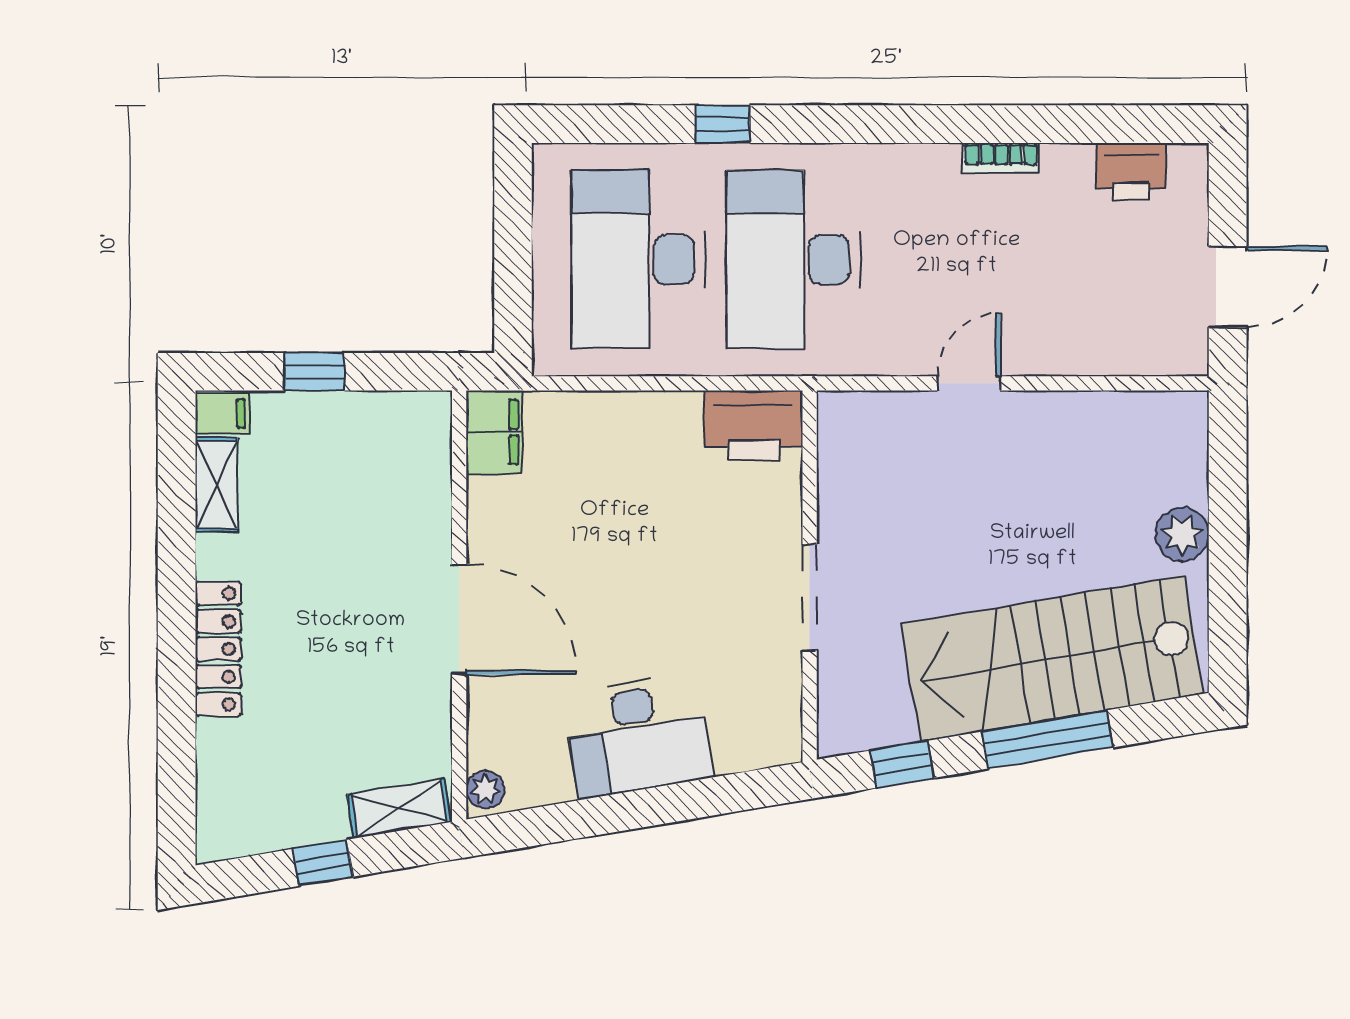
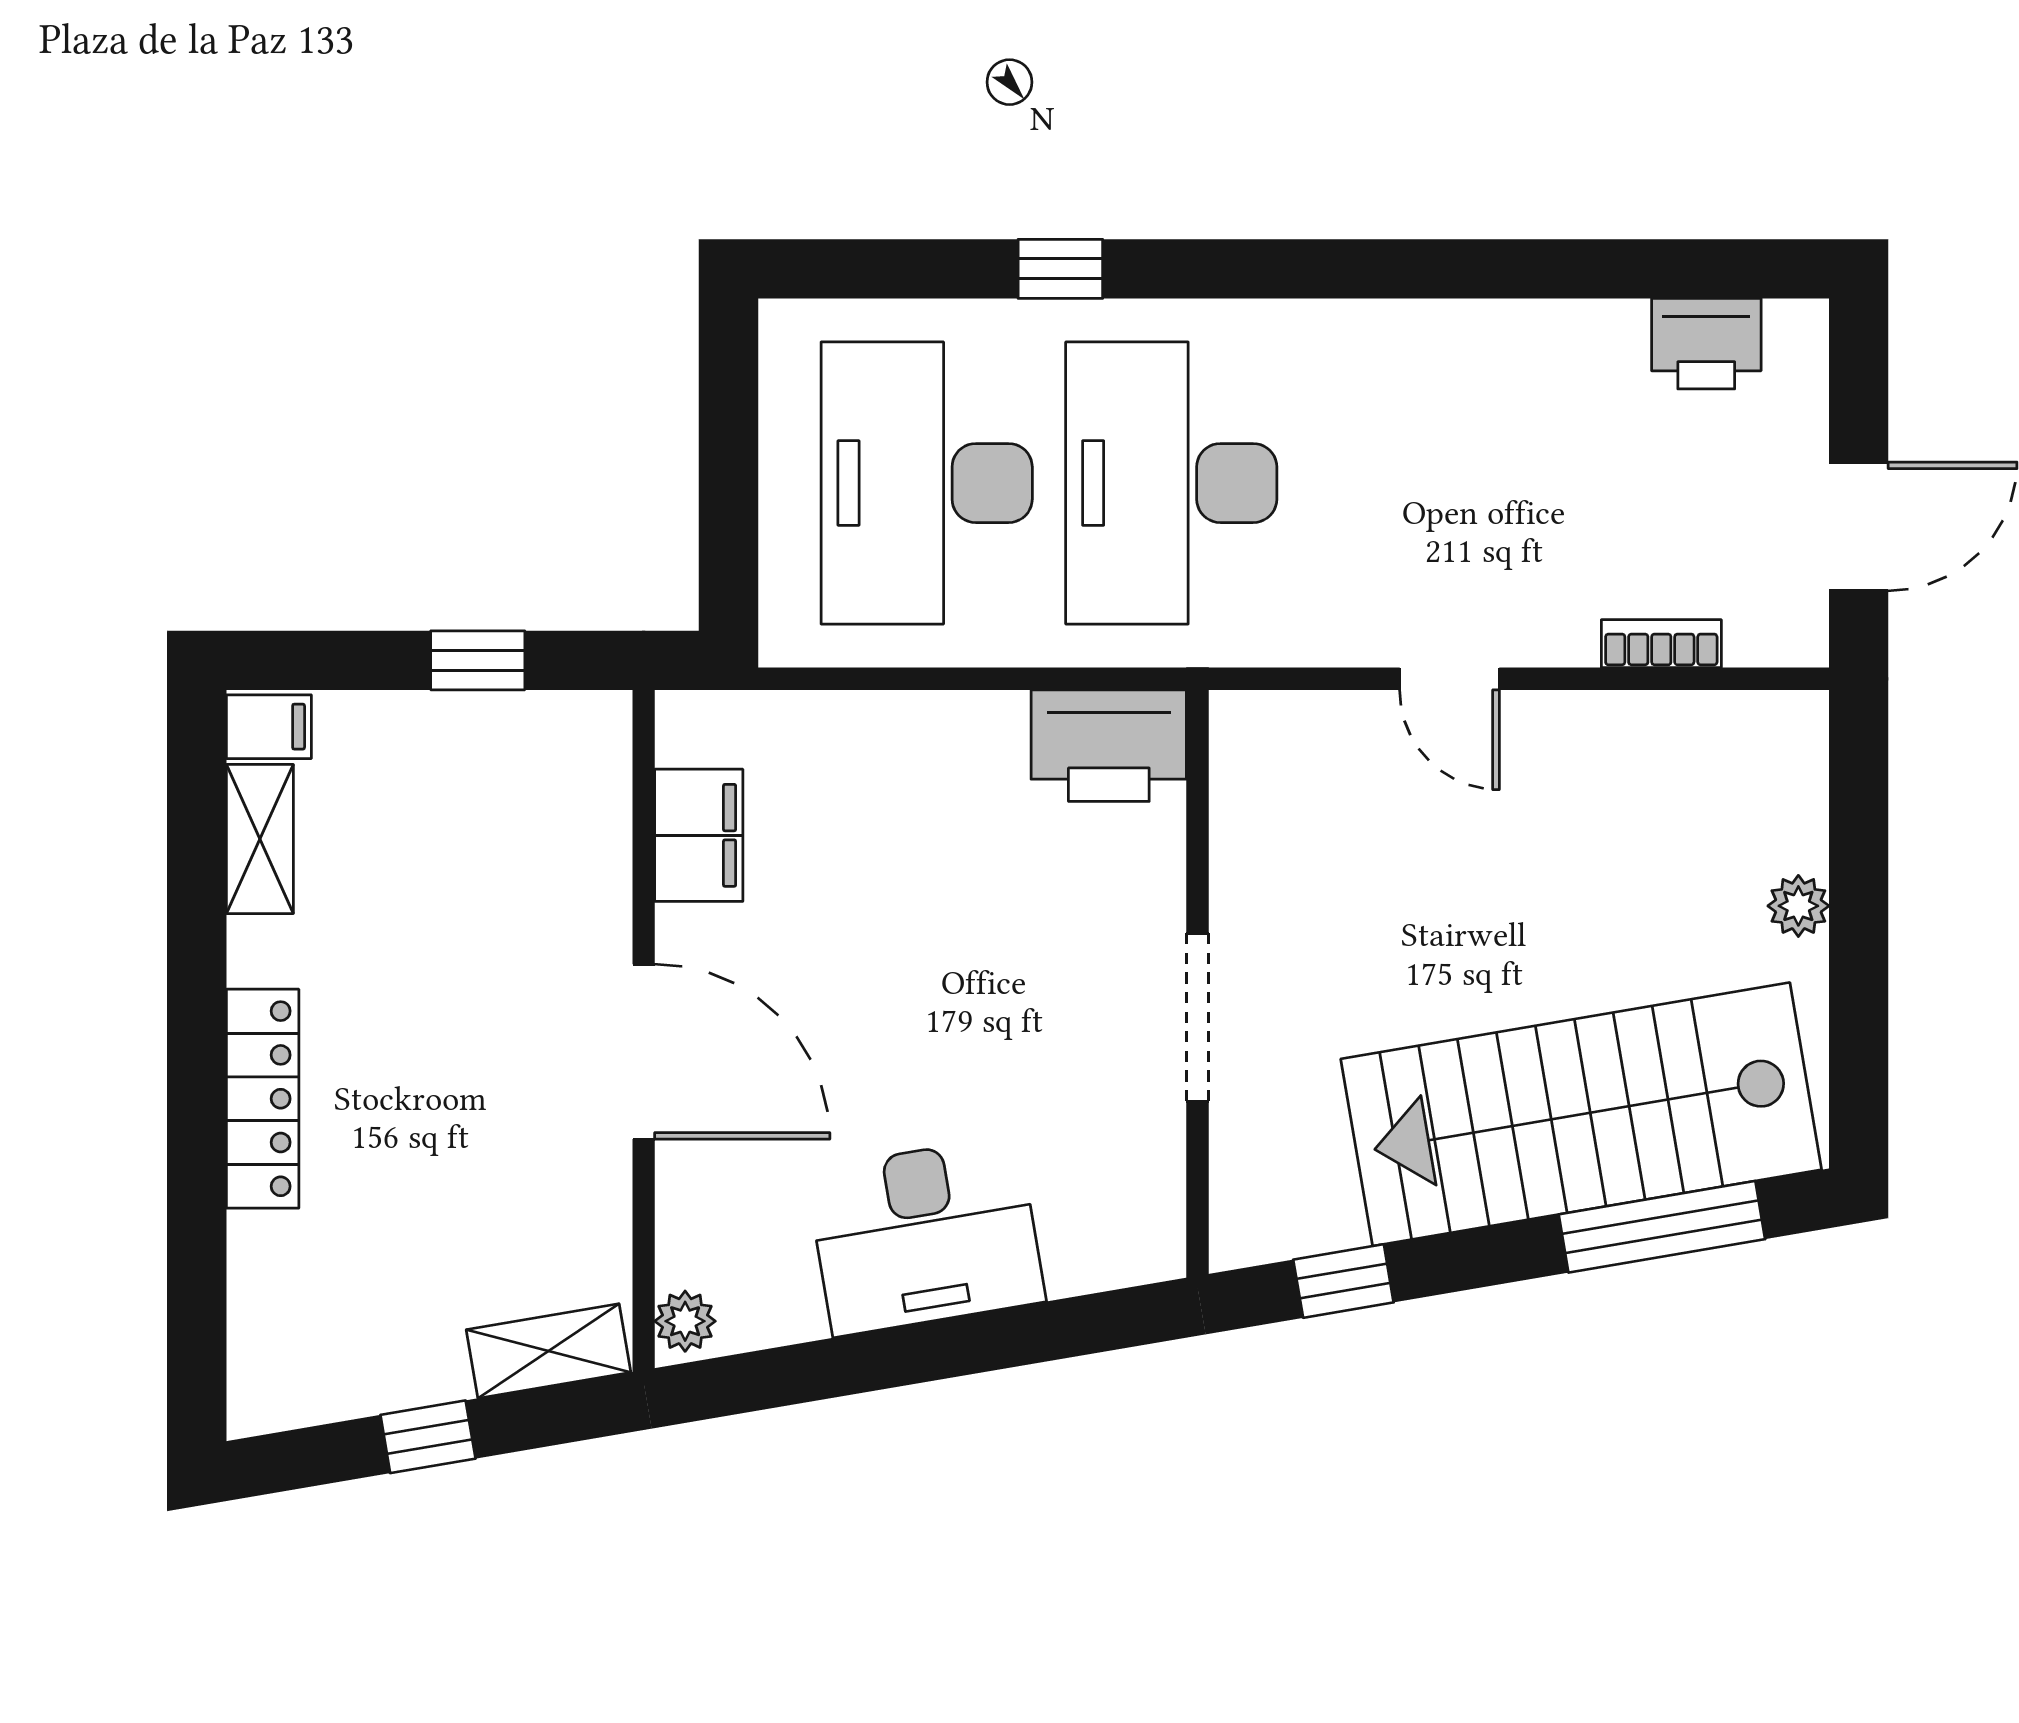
bookcase: (1001, 158) -> (1661, 644), moved, turned 180
window: (314, 372) -> (478, 660), moved
door: (969, 383) -> (1449, 679), swing flipped
filing cabinet: (494, 432) -> (699, 835), moved
plant: (1182, 534) -> (1798, 906), width x0.73, depth x0.73
window: (1048, 739) -> (1662, 1227), moved

